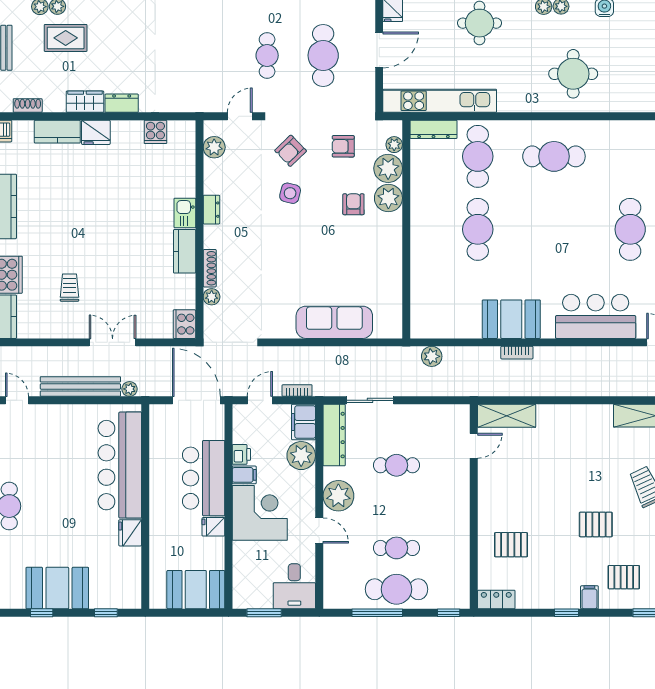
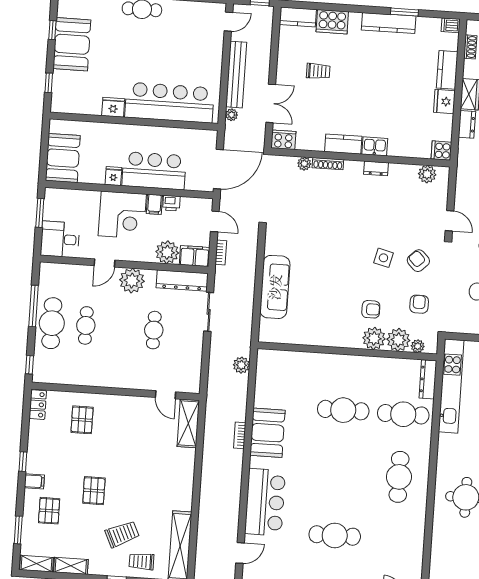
plant: (214, 147) -> (427, 174), moved
dresser: (211, 210) -> (376, 168), moved
kitchen sink: (185, 213) -> (375, 146), moved
wall: (199, 229) -> (360, 157), moved
kitchen counter: (185, 251) -> (343, 144), moved
shoe rack: (210, 268) -> (328, 164), moved
plant: (212, 297) -> (304, 164), moved
cooker: (184, 324) -> (283, 140), moved

